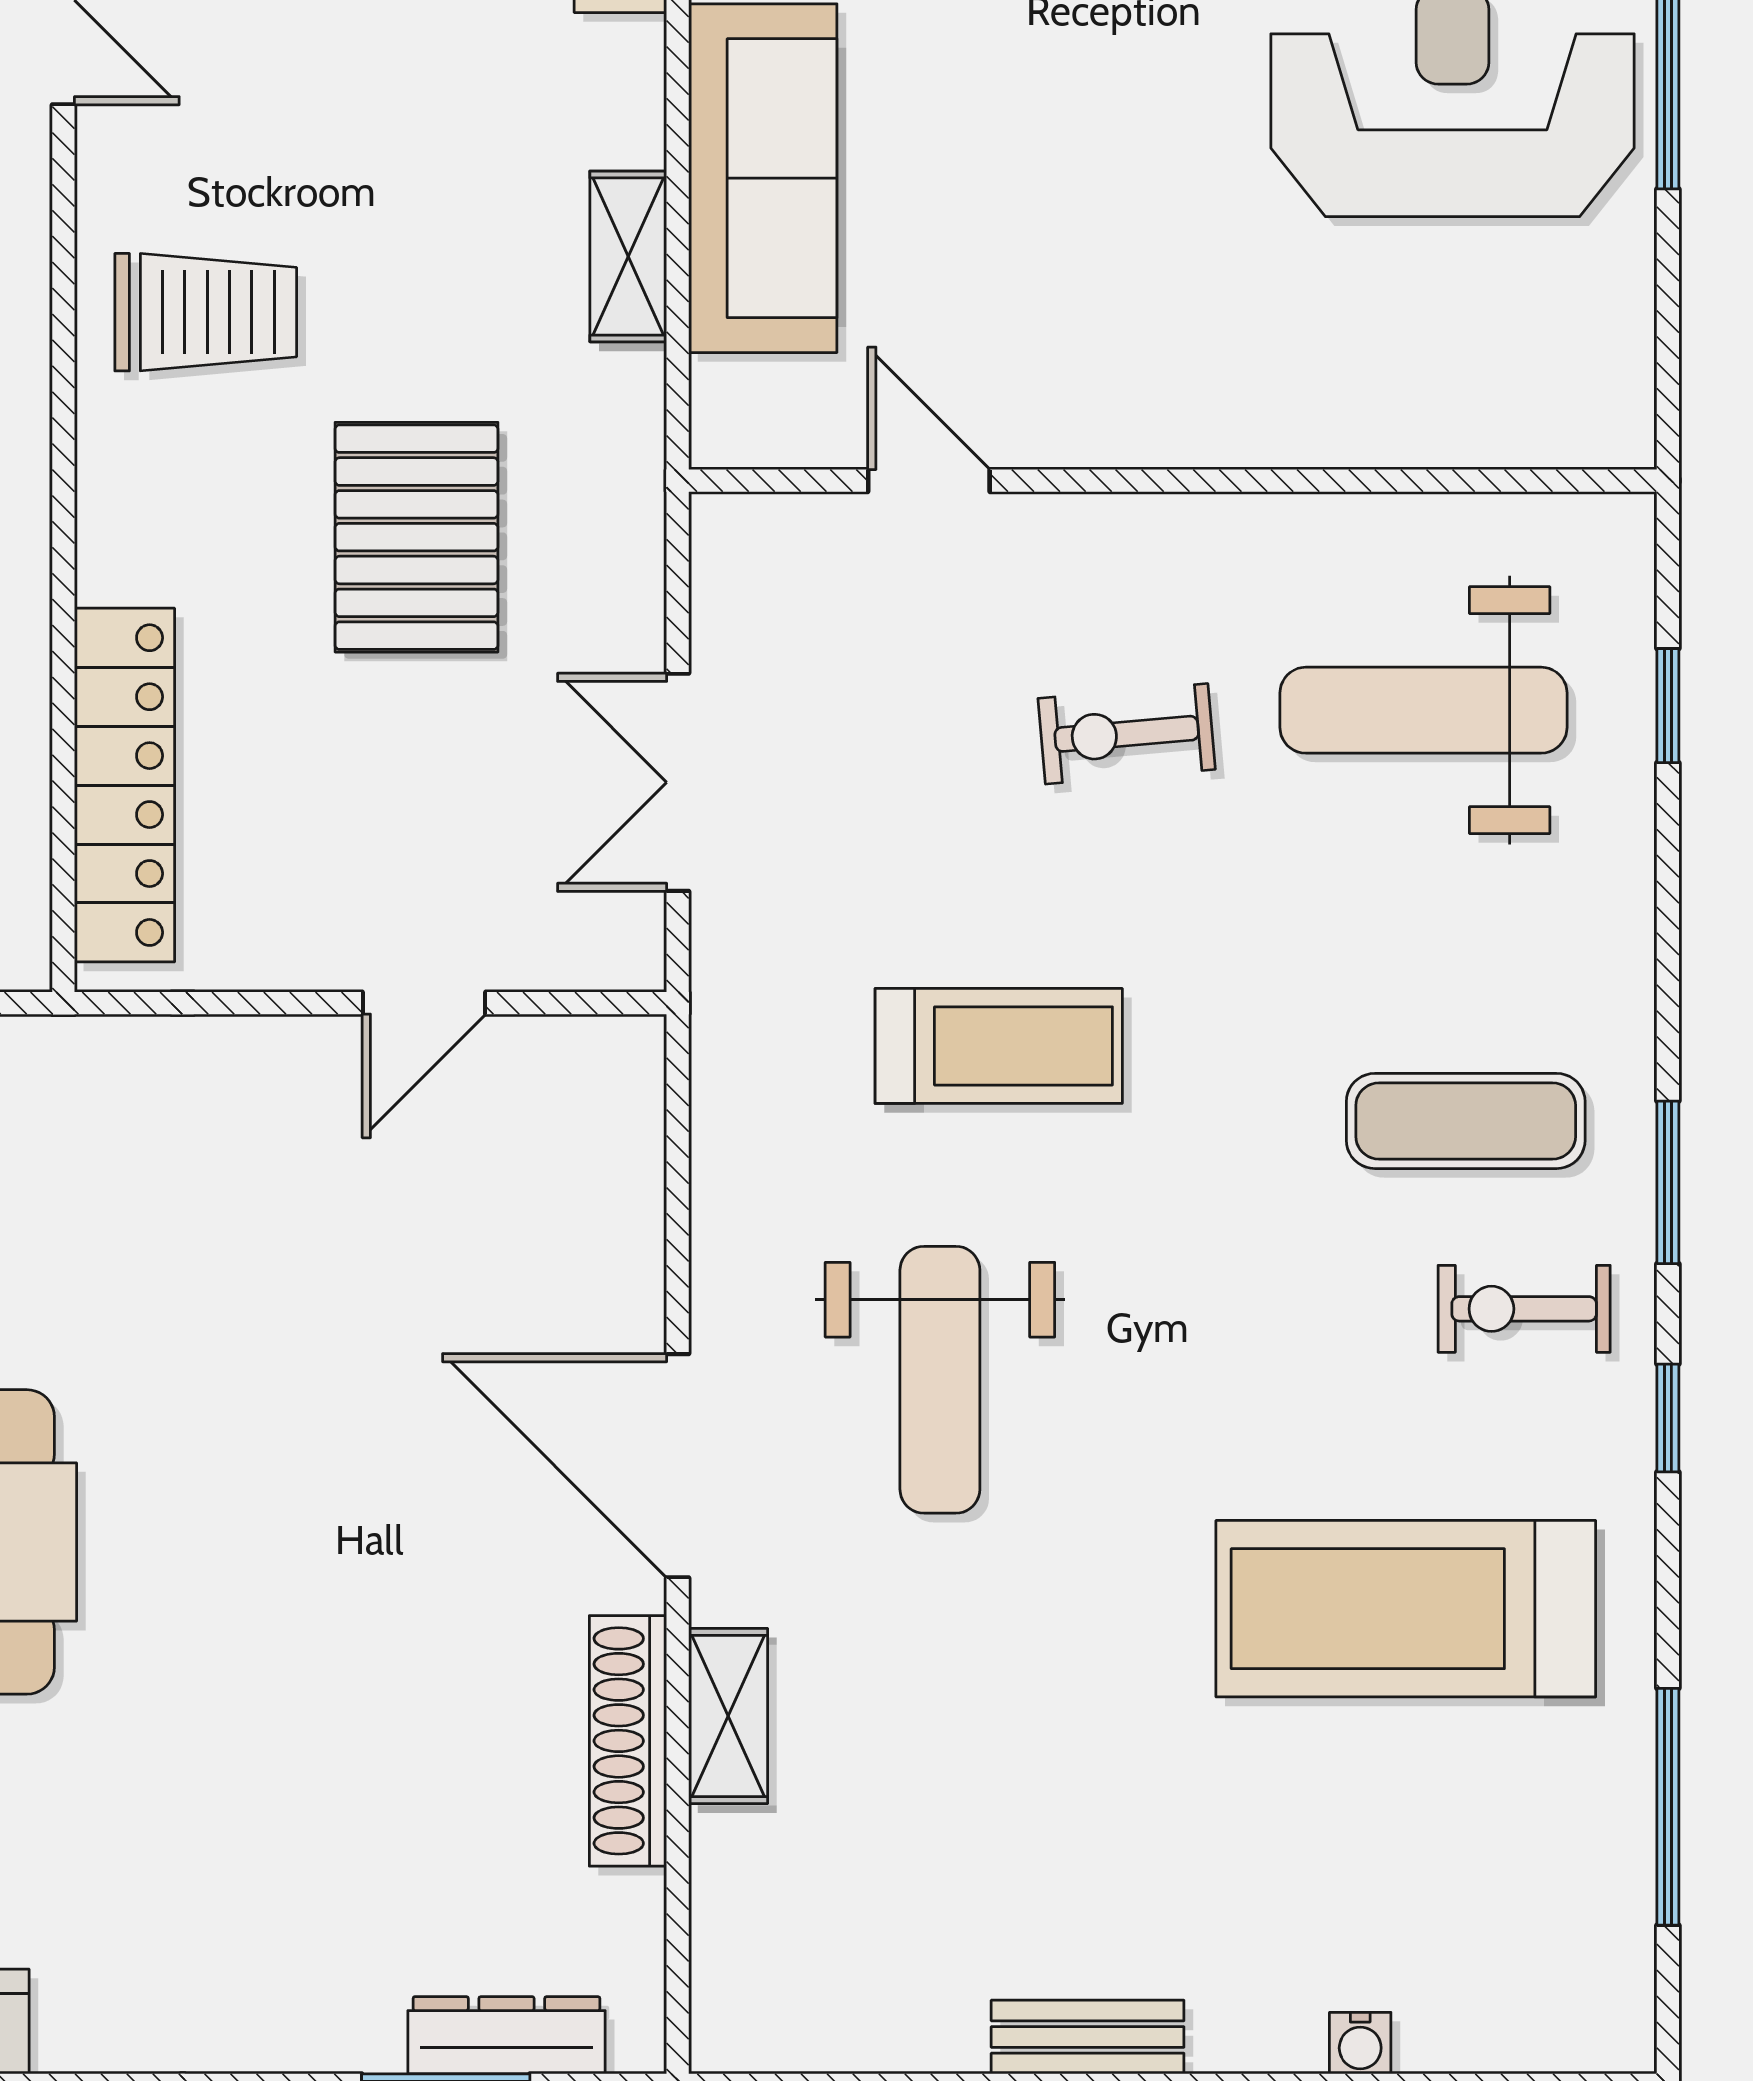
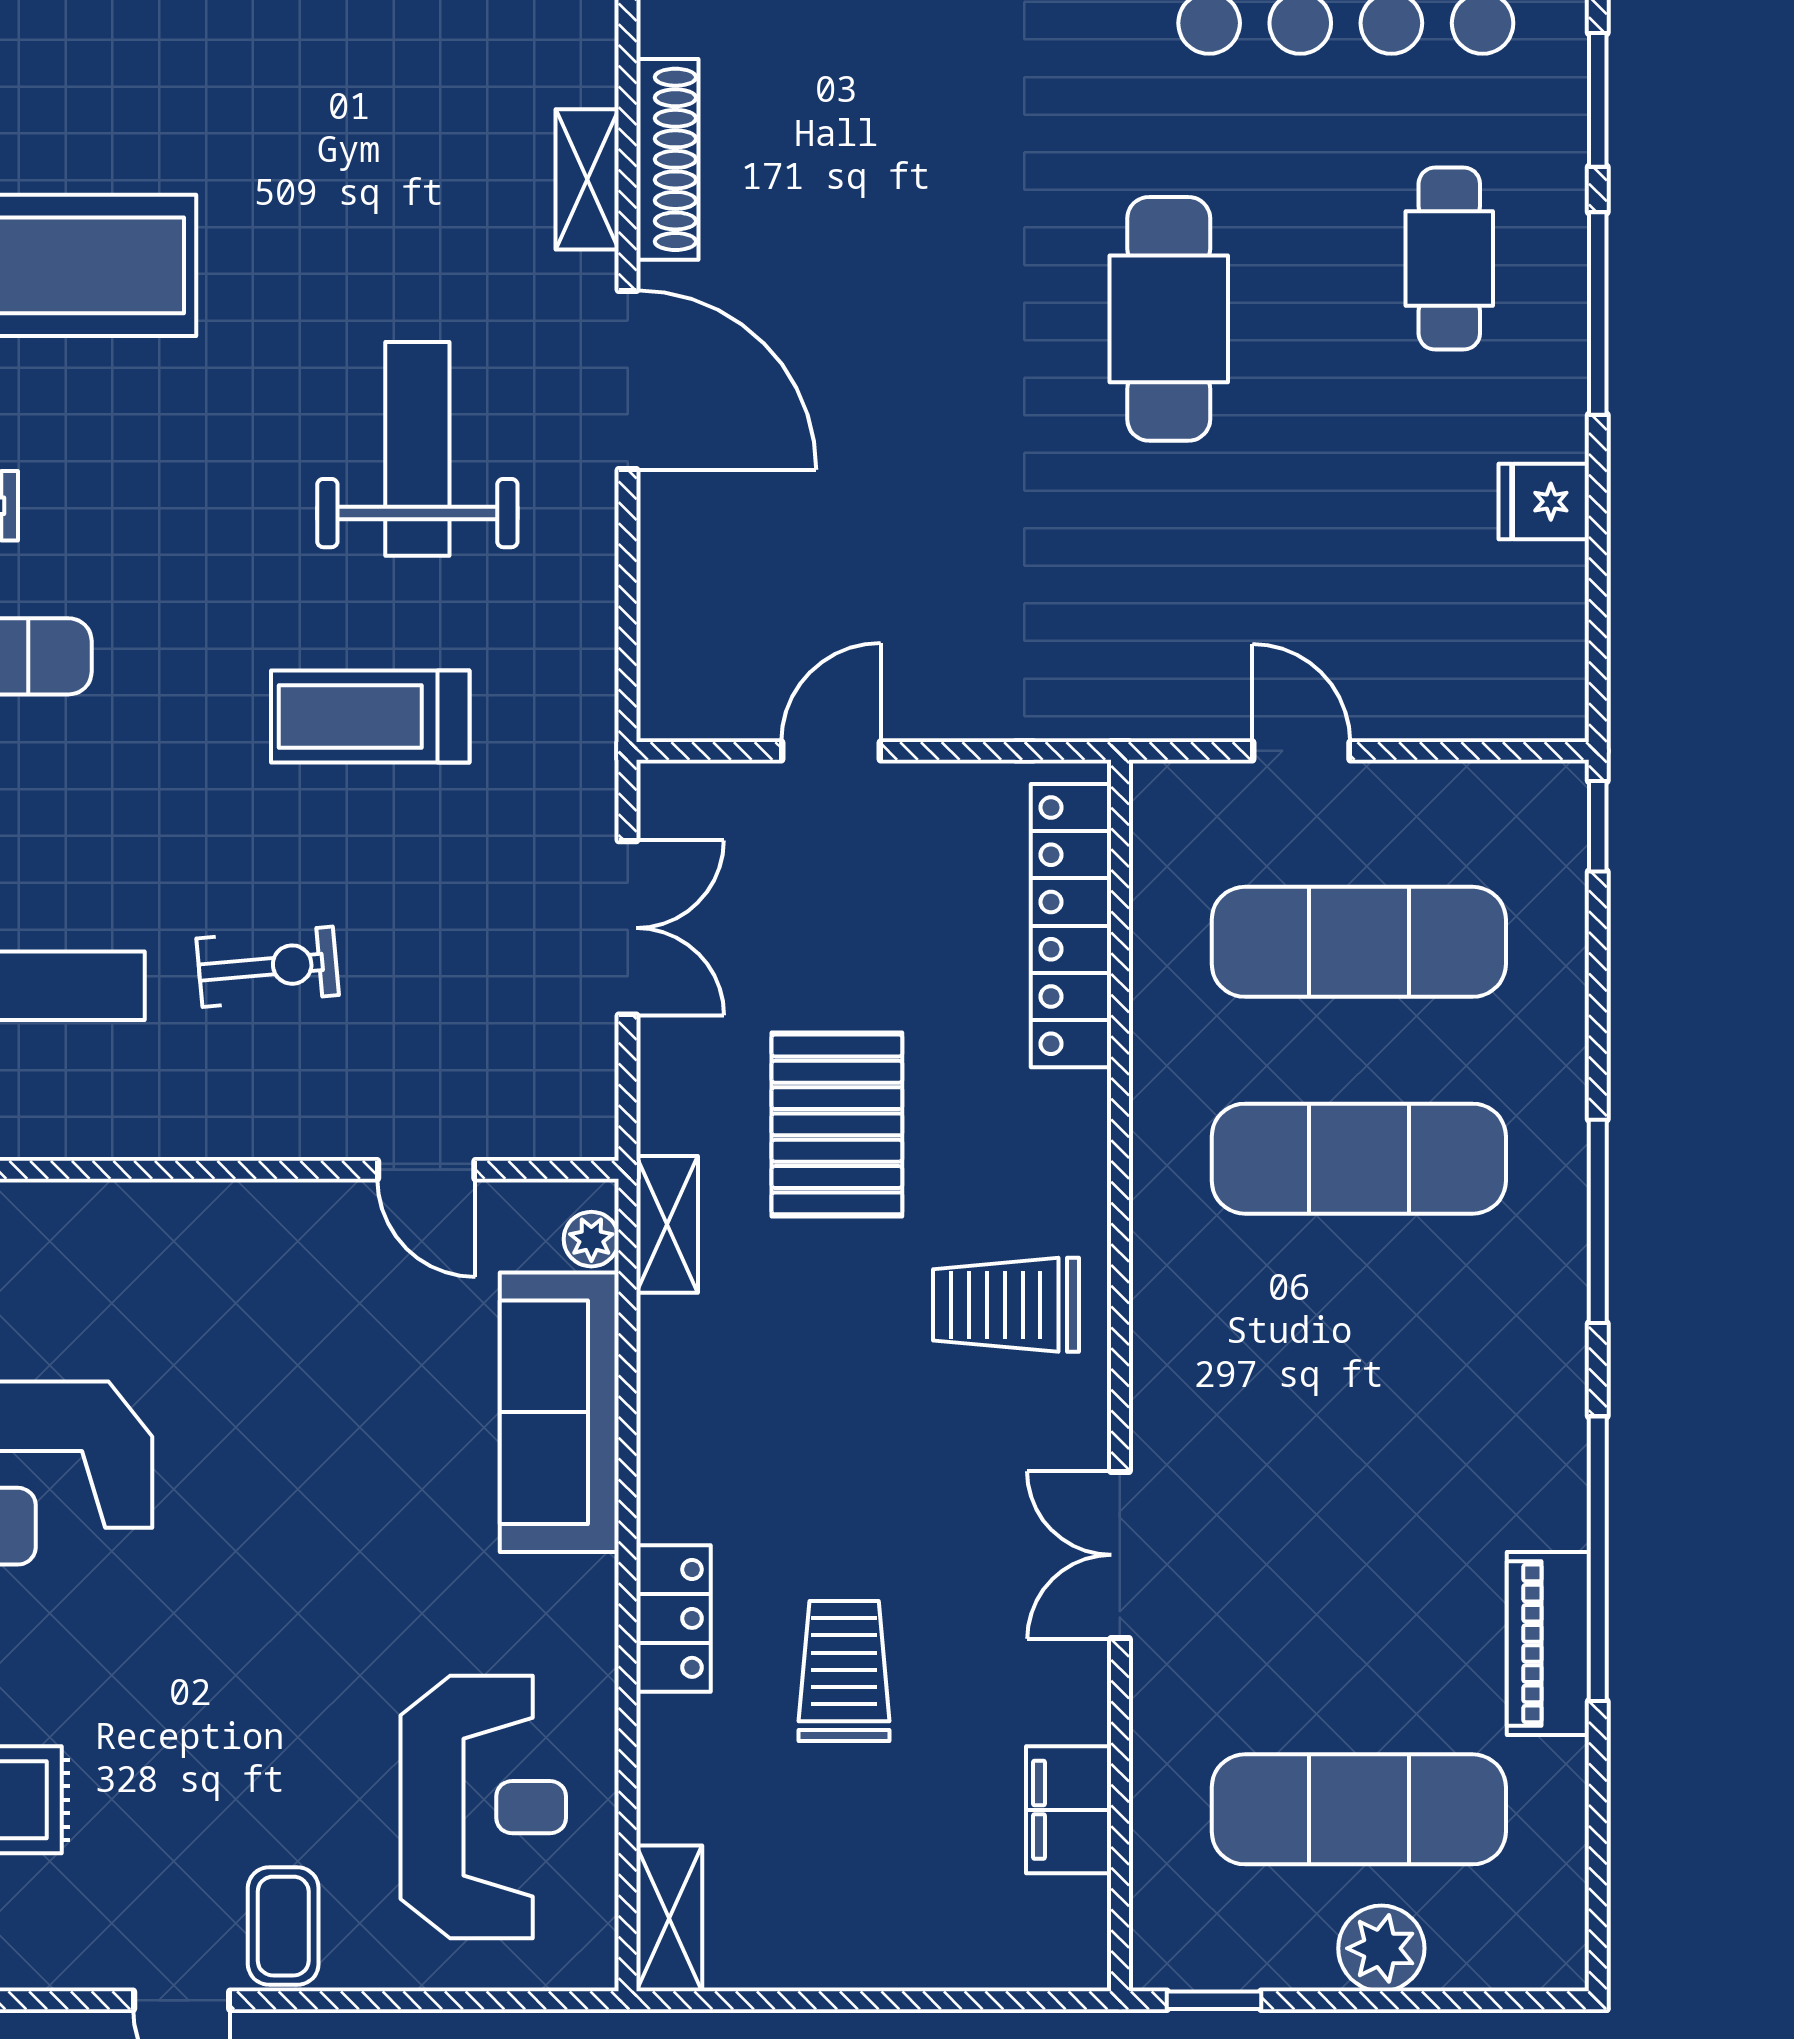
shelving: (628, 256) -> (667, 1224), moved
plant: (723, 394) -> (591, 1239), added

